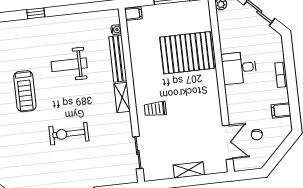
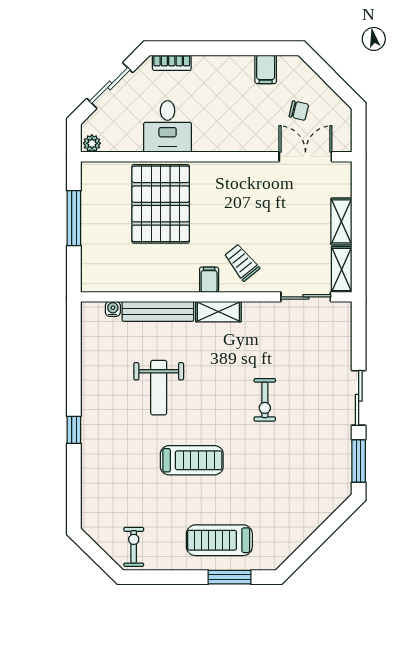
filing cabinet: (133, 14) -> (209, 280), moved
desk: (239, 68) -> (168, 126), moved
bookcase: (281, 75) -> (172, 63), moved
trolley: (155, 109) -> (242, 262), turned 141
exercise bike: (69, 134) -> (265, 400), width x0.73, depth x0.72
shelving: (158, 174) -> (342, 269), added

